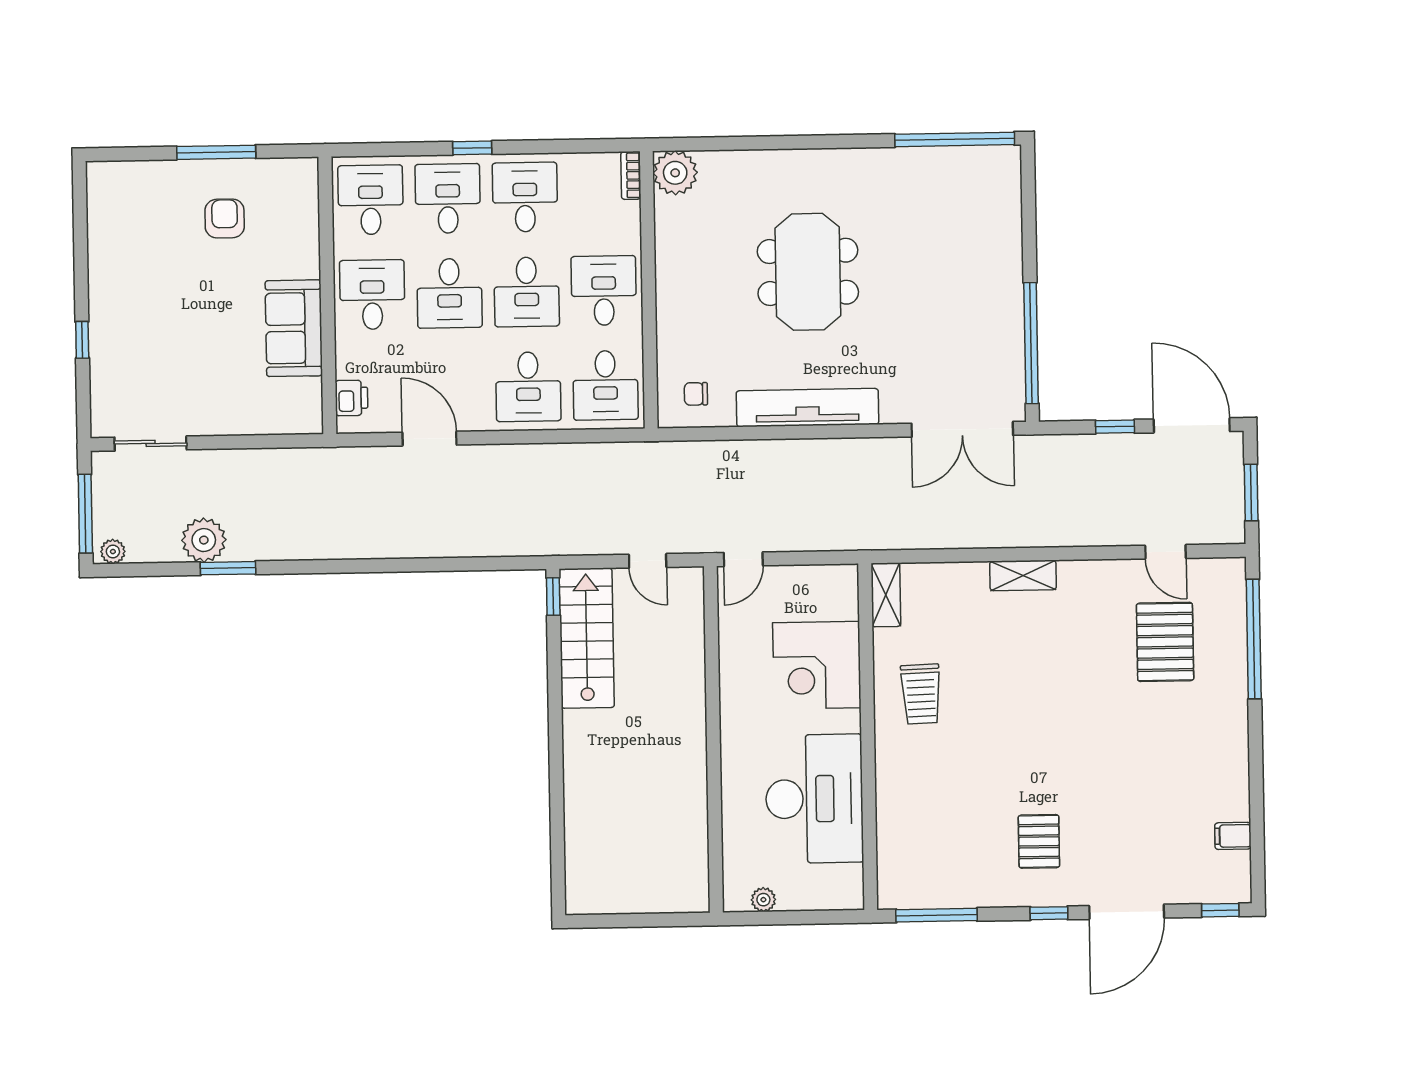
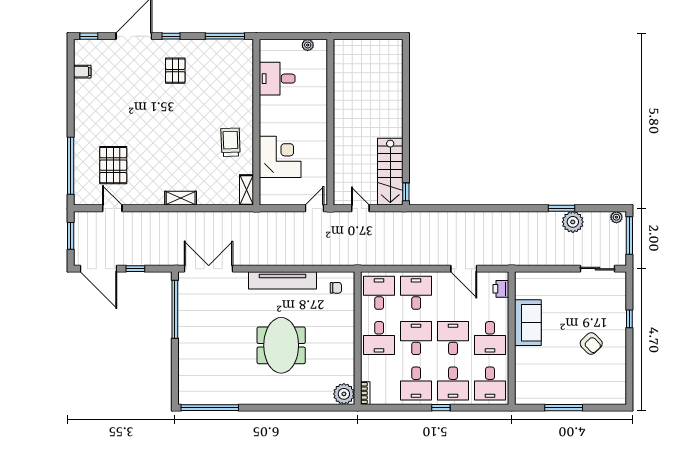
armchair: (225, 219) -> (591, 343), moved, turned -44
desk: (814, 799) -> (277, 79), width x0.53, depth x0.77

